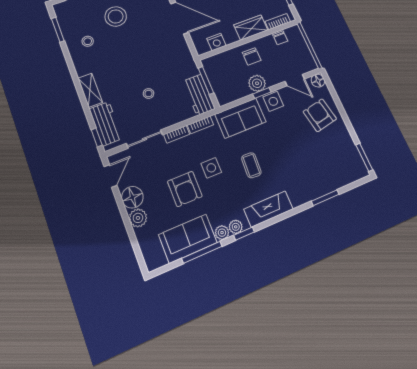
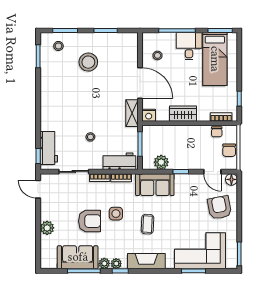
wardrobe: (251, 28) -> (183, 114), moved
stool: (88, 41) -> (58, 46), moved
nightstand: (216, 42) -> (149, 115), moved
chair: (252, 56) -> (229, 150), moved
plant: (257, 83) -> (161, 162), moved
shelving: (90, 90) -> (132, 113), moved
workbench: (199, 95) -> (119, 161), moved, turned 90
side table: (273, 101) -> (187, 182), removed
corner sofa: (321, 172) -> (200, 251), added
door: (110, 176) -> (38, 189), swing flipped
armchair: (185, 189) -> (90, 221), turned -90
floor lamp: (132, 197) -> (49, 211), removed

